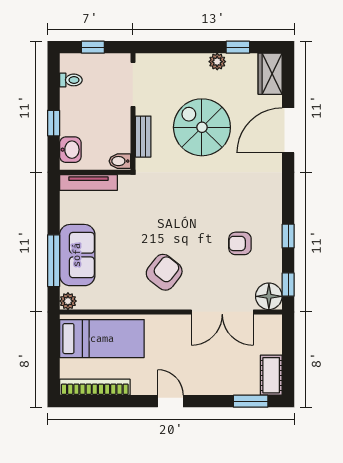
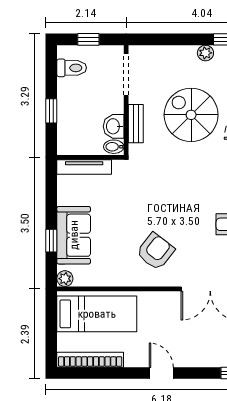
toilet: (71, 80) -> (72, 68), width x1.37, depth x1.39
washbasin: (70, 150) -> (114, 126), moved, turned 180
window: (54, 261) -> (51, 241), width x0.46

